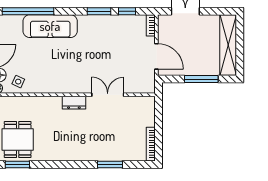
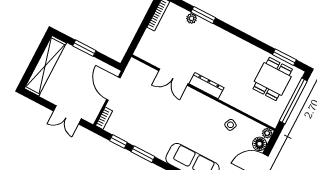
window: (201, 79) -> (84, 48), width x0.69
side table: (18, 82) -> (230, 125), moved
dresser: (74, 103) -> (207, 86), width x1.44
plant: (119, 156) -> (192, 18), added

